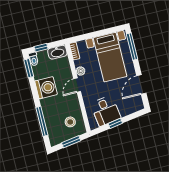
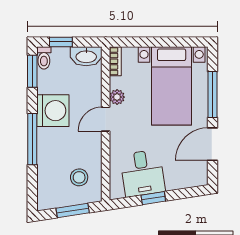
window: (132, 46) -> (213, 95), moved
window: (42, 121) -> (32, 139), moved

